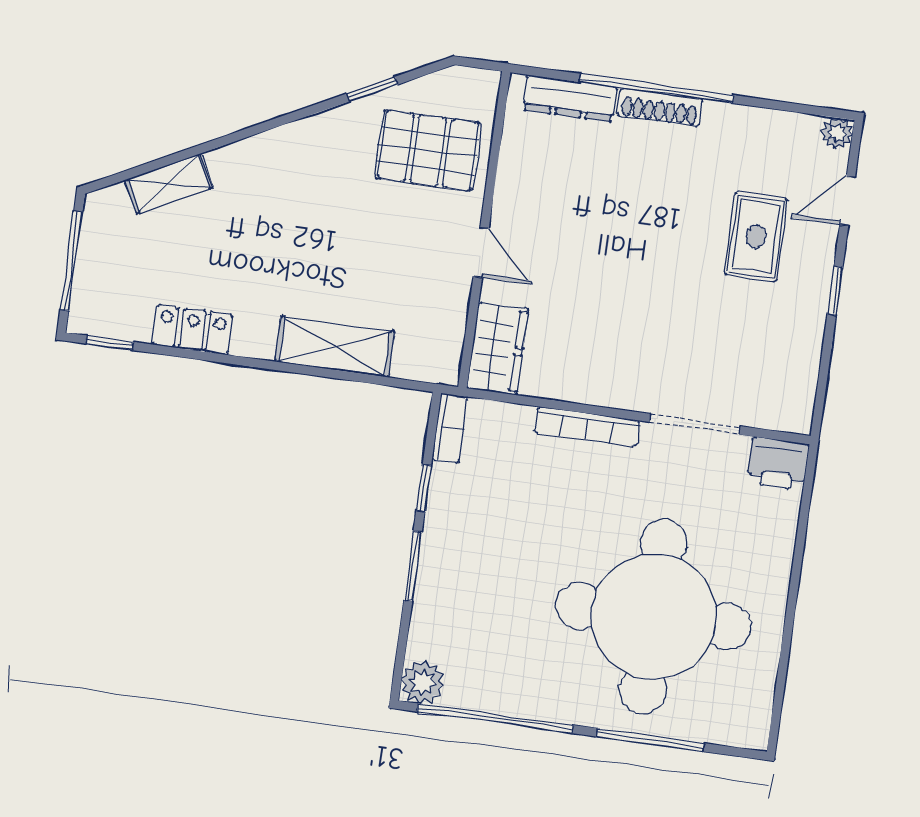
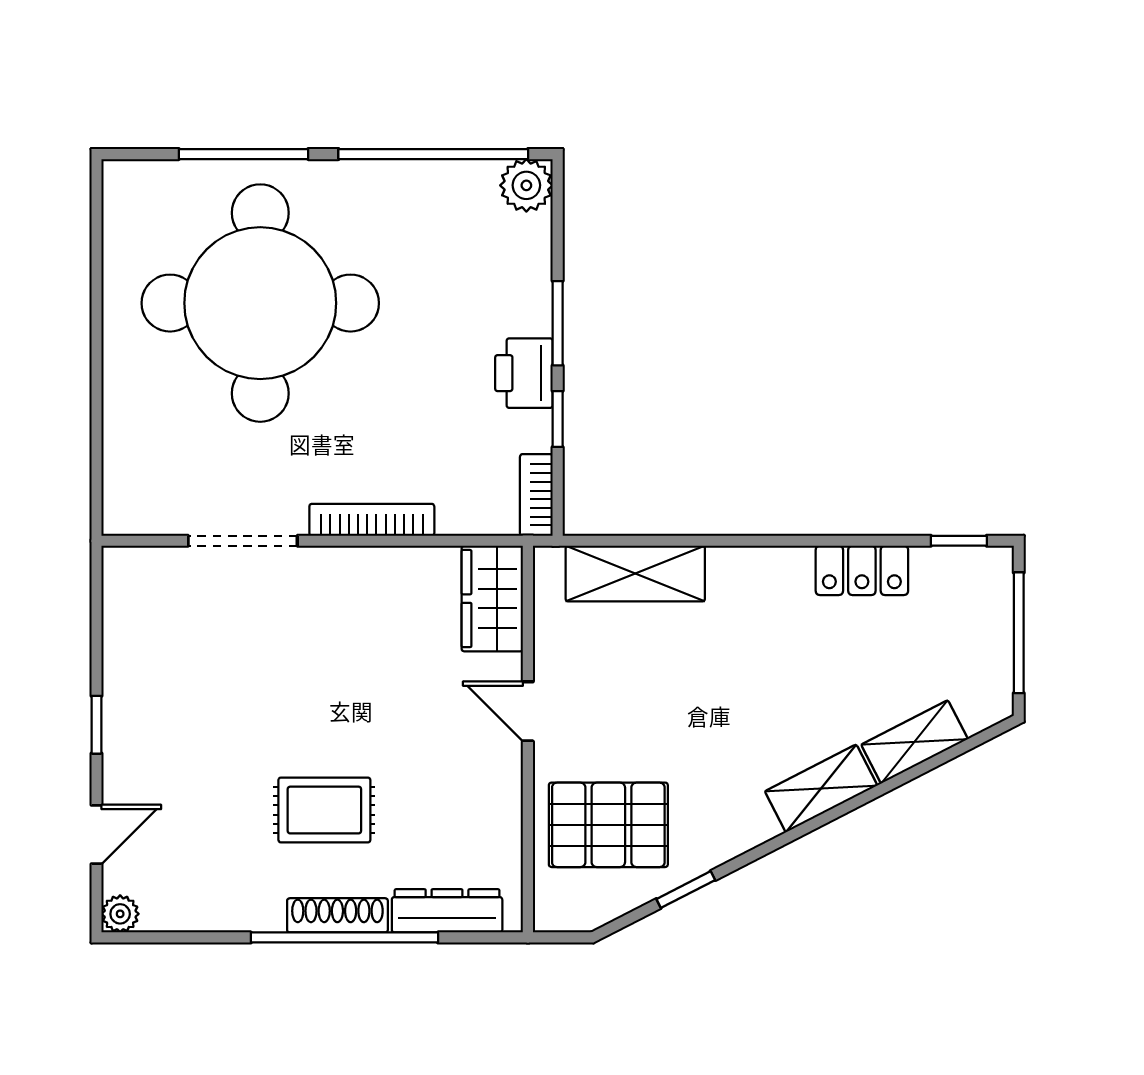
shelving: (250, 156) -> (821, 788), added
rug: (756, 236) -> (324, 810), moved, turned 90
shelving: (335, 347) -> (635, 574), moved
printer: (778, 464) -> (524, 373), moved, turned -90

